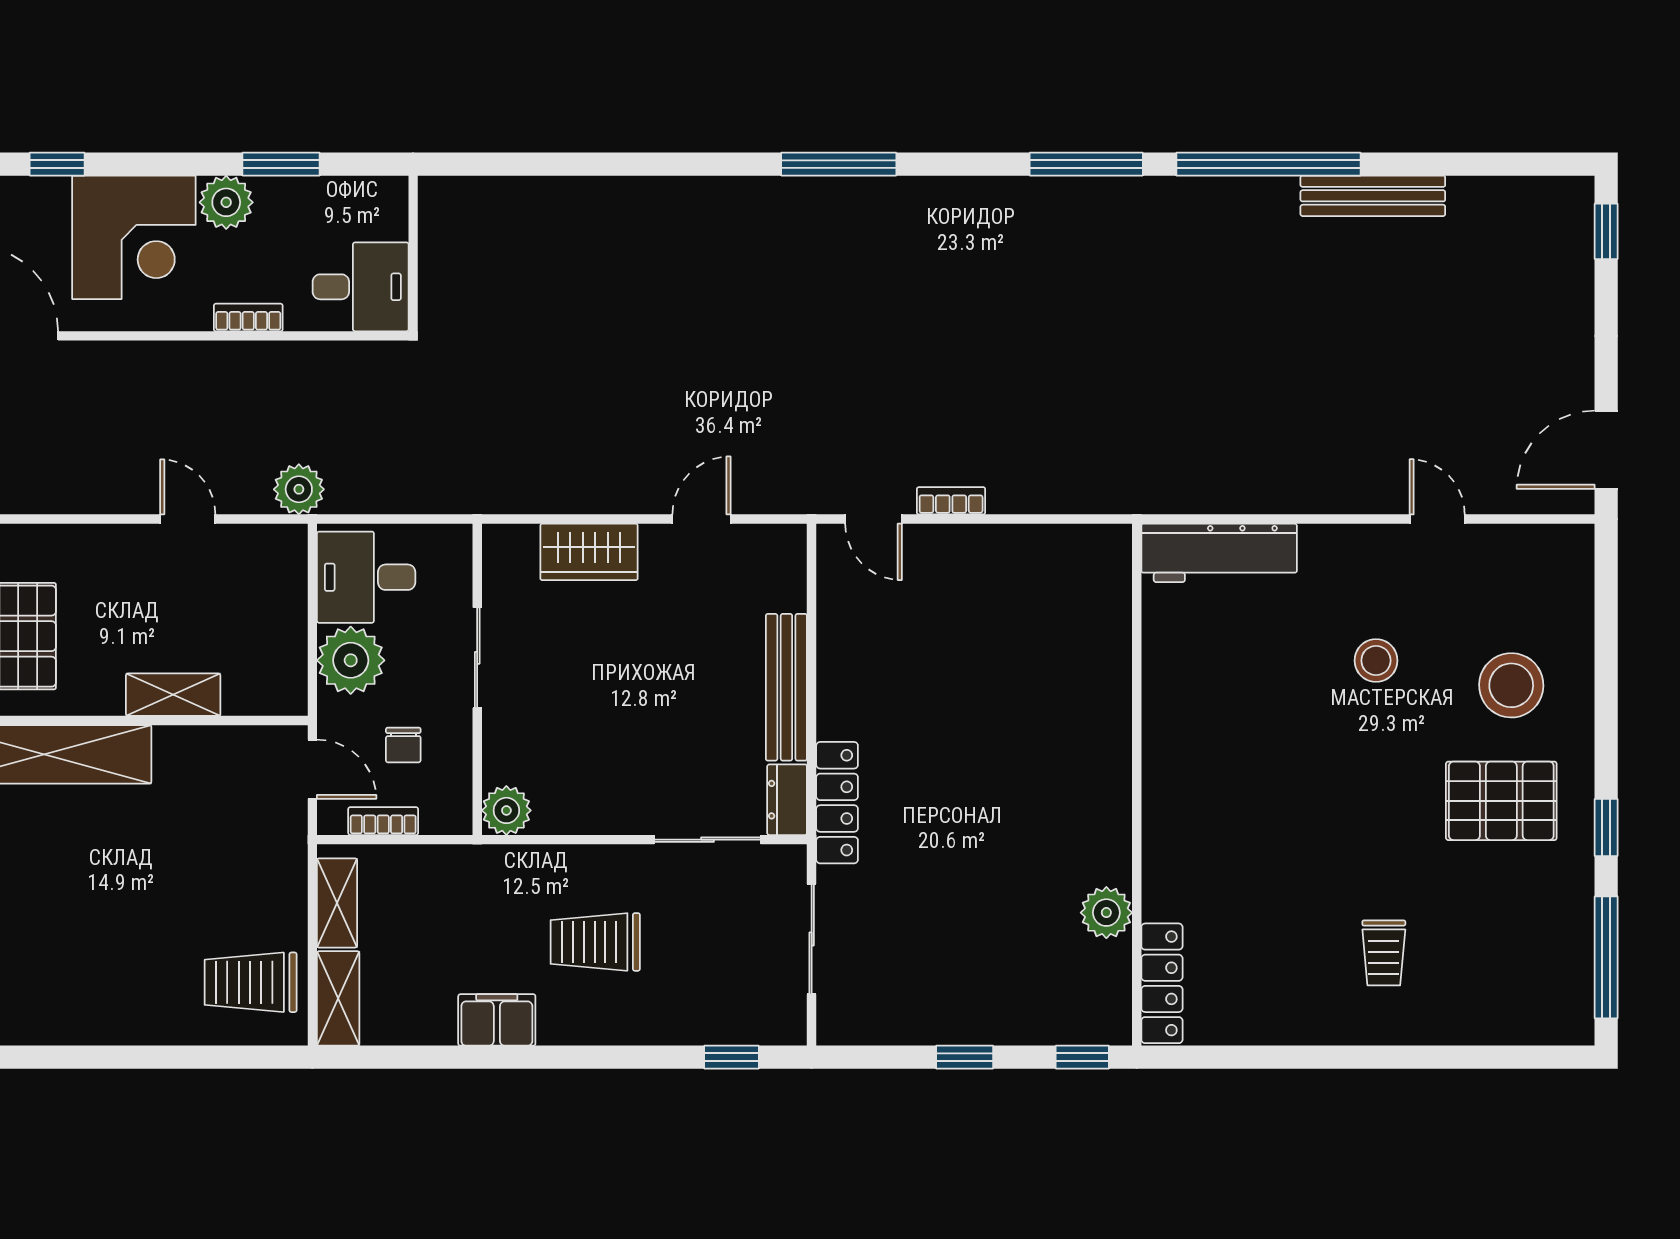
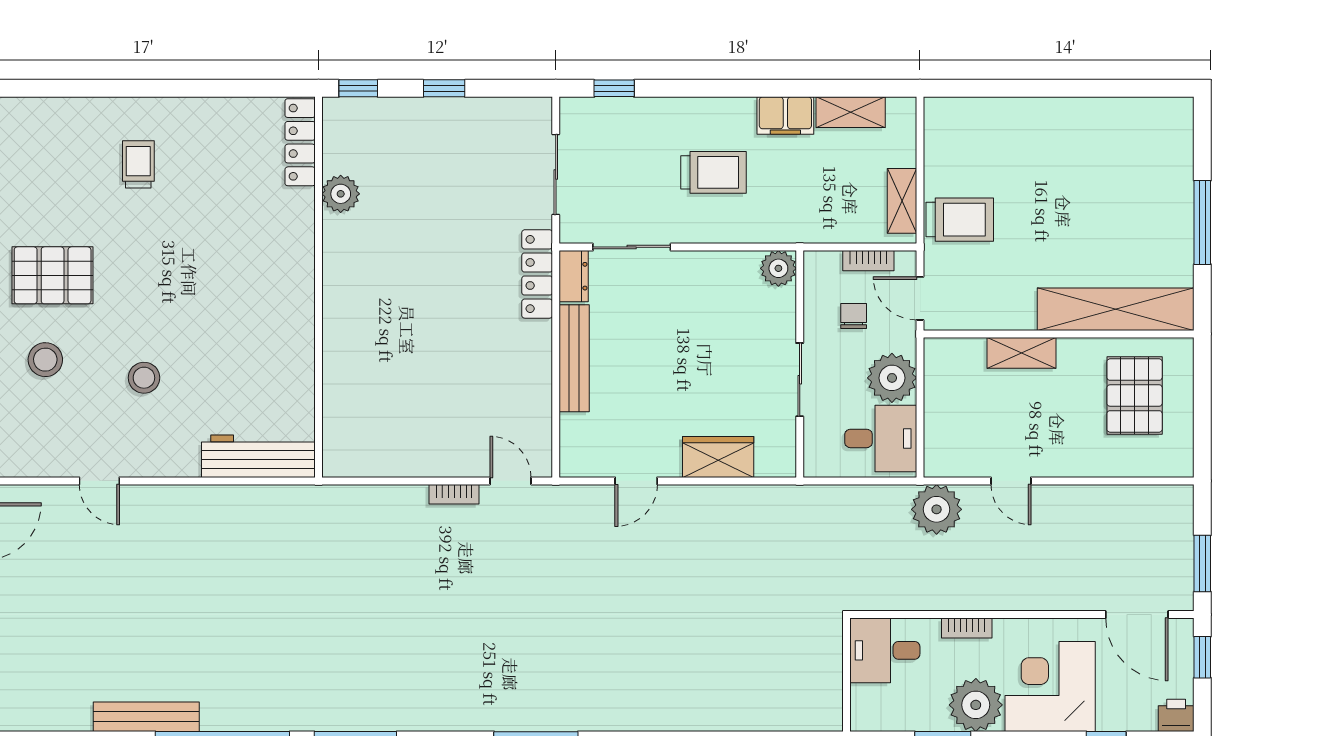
plant: (226, 202) -> (976, 705), width x1.36, depth x1.36
plant: (299, 489) -> (937, 509), width x1.36, depth x1.36
stool: (1511, 685) -> (45, 360), width x0.73, depth x0.73
trolley: (251, 982) -> (960, 220), moved
shelving: (338, 998) -> (851, 112), moved, turned 90

